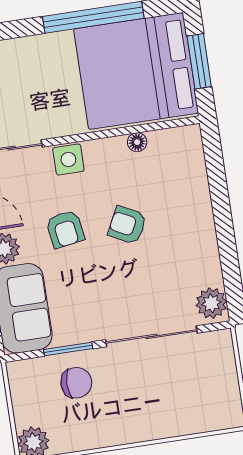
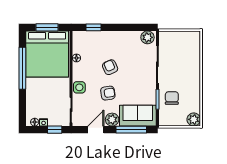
window: (216, 172) -> (94, 27), added
armchair: (127, 225) -> (110, 67), turned 129

